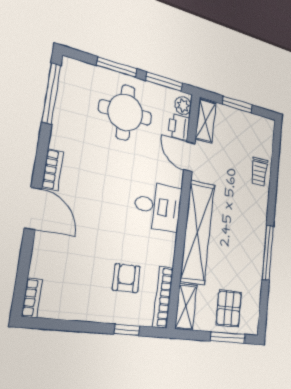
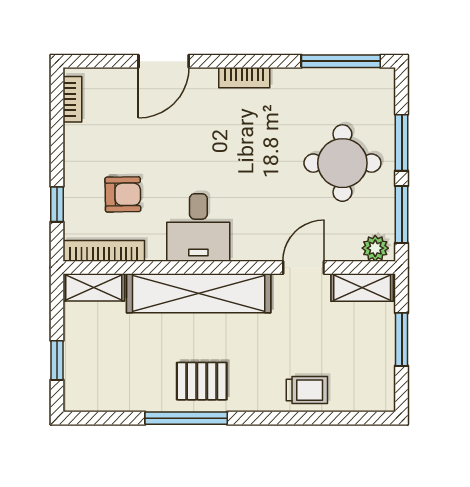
printer: (179, 127) -> (342, 246), removed
trolley: (259, 172) -> (307, 390), turned 180
desk: (158, 206) -> (198, 227), moved
door: (33, 208) -> (164, 61), moved
bookcase: (32, 298) -> (72, 99), moved, turned -90
pallet: (229, 308) -> (202, 381), moved
window: (228, 338) -> (57, 360), width x0.67

